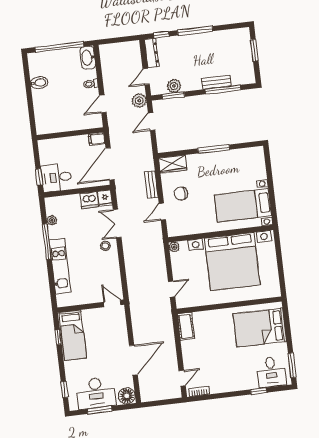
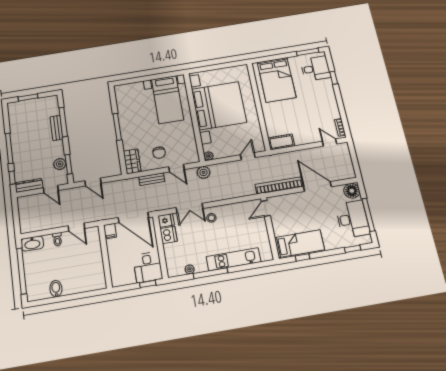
plant: (139, 101) -> (204, 172), moved
door: (172, 289) -> (248, 156), hinge flipped
bookcase: (137, 319) -> (279, 185), added
window: (100, 410) -> (368, 215), width x1.44

